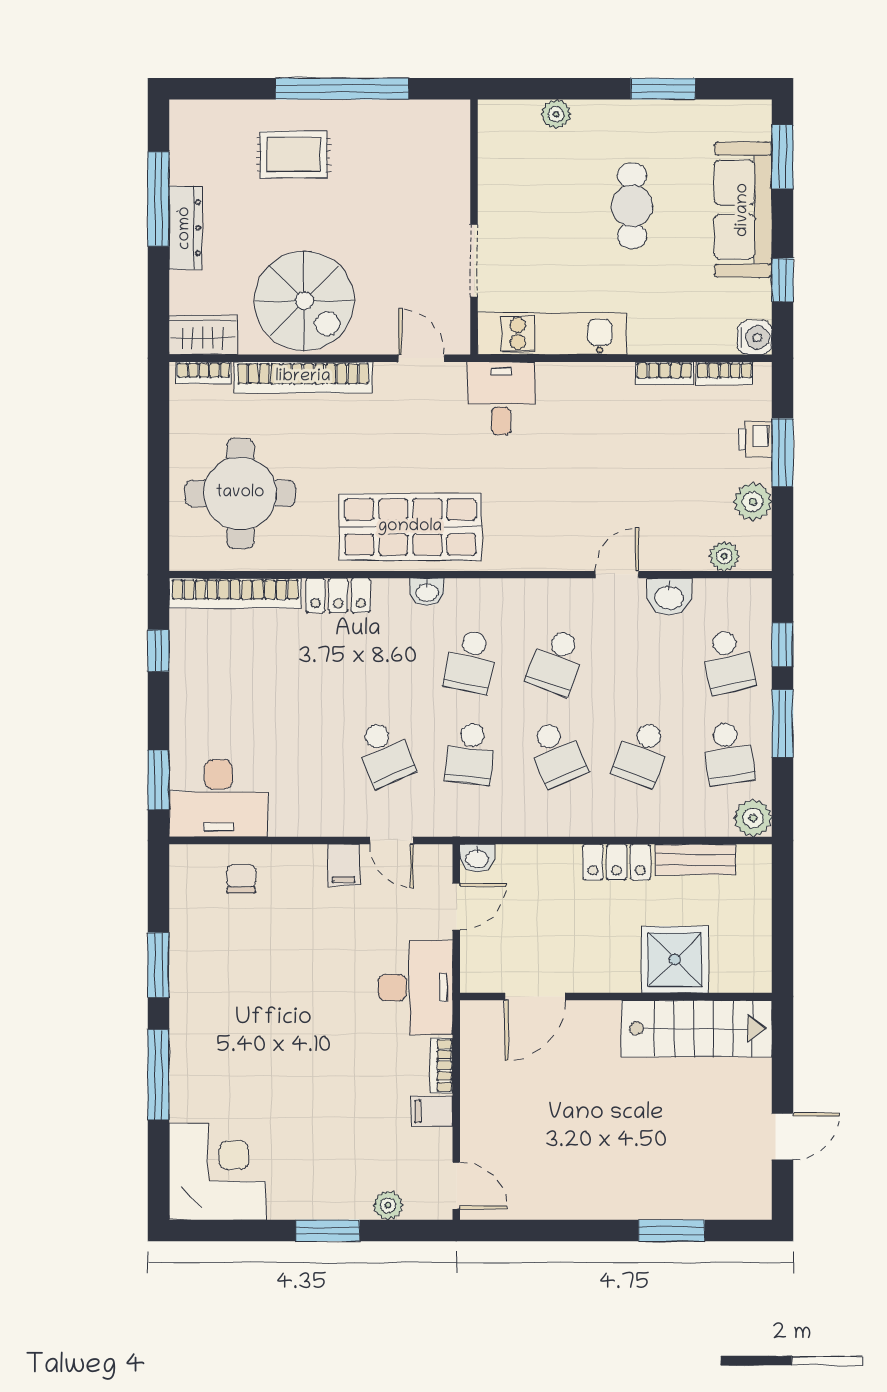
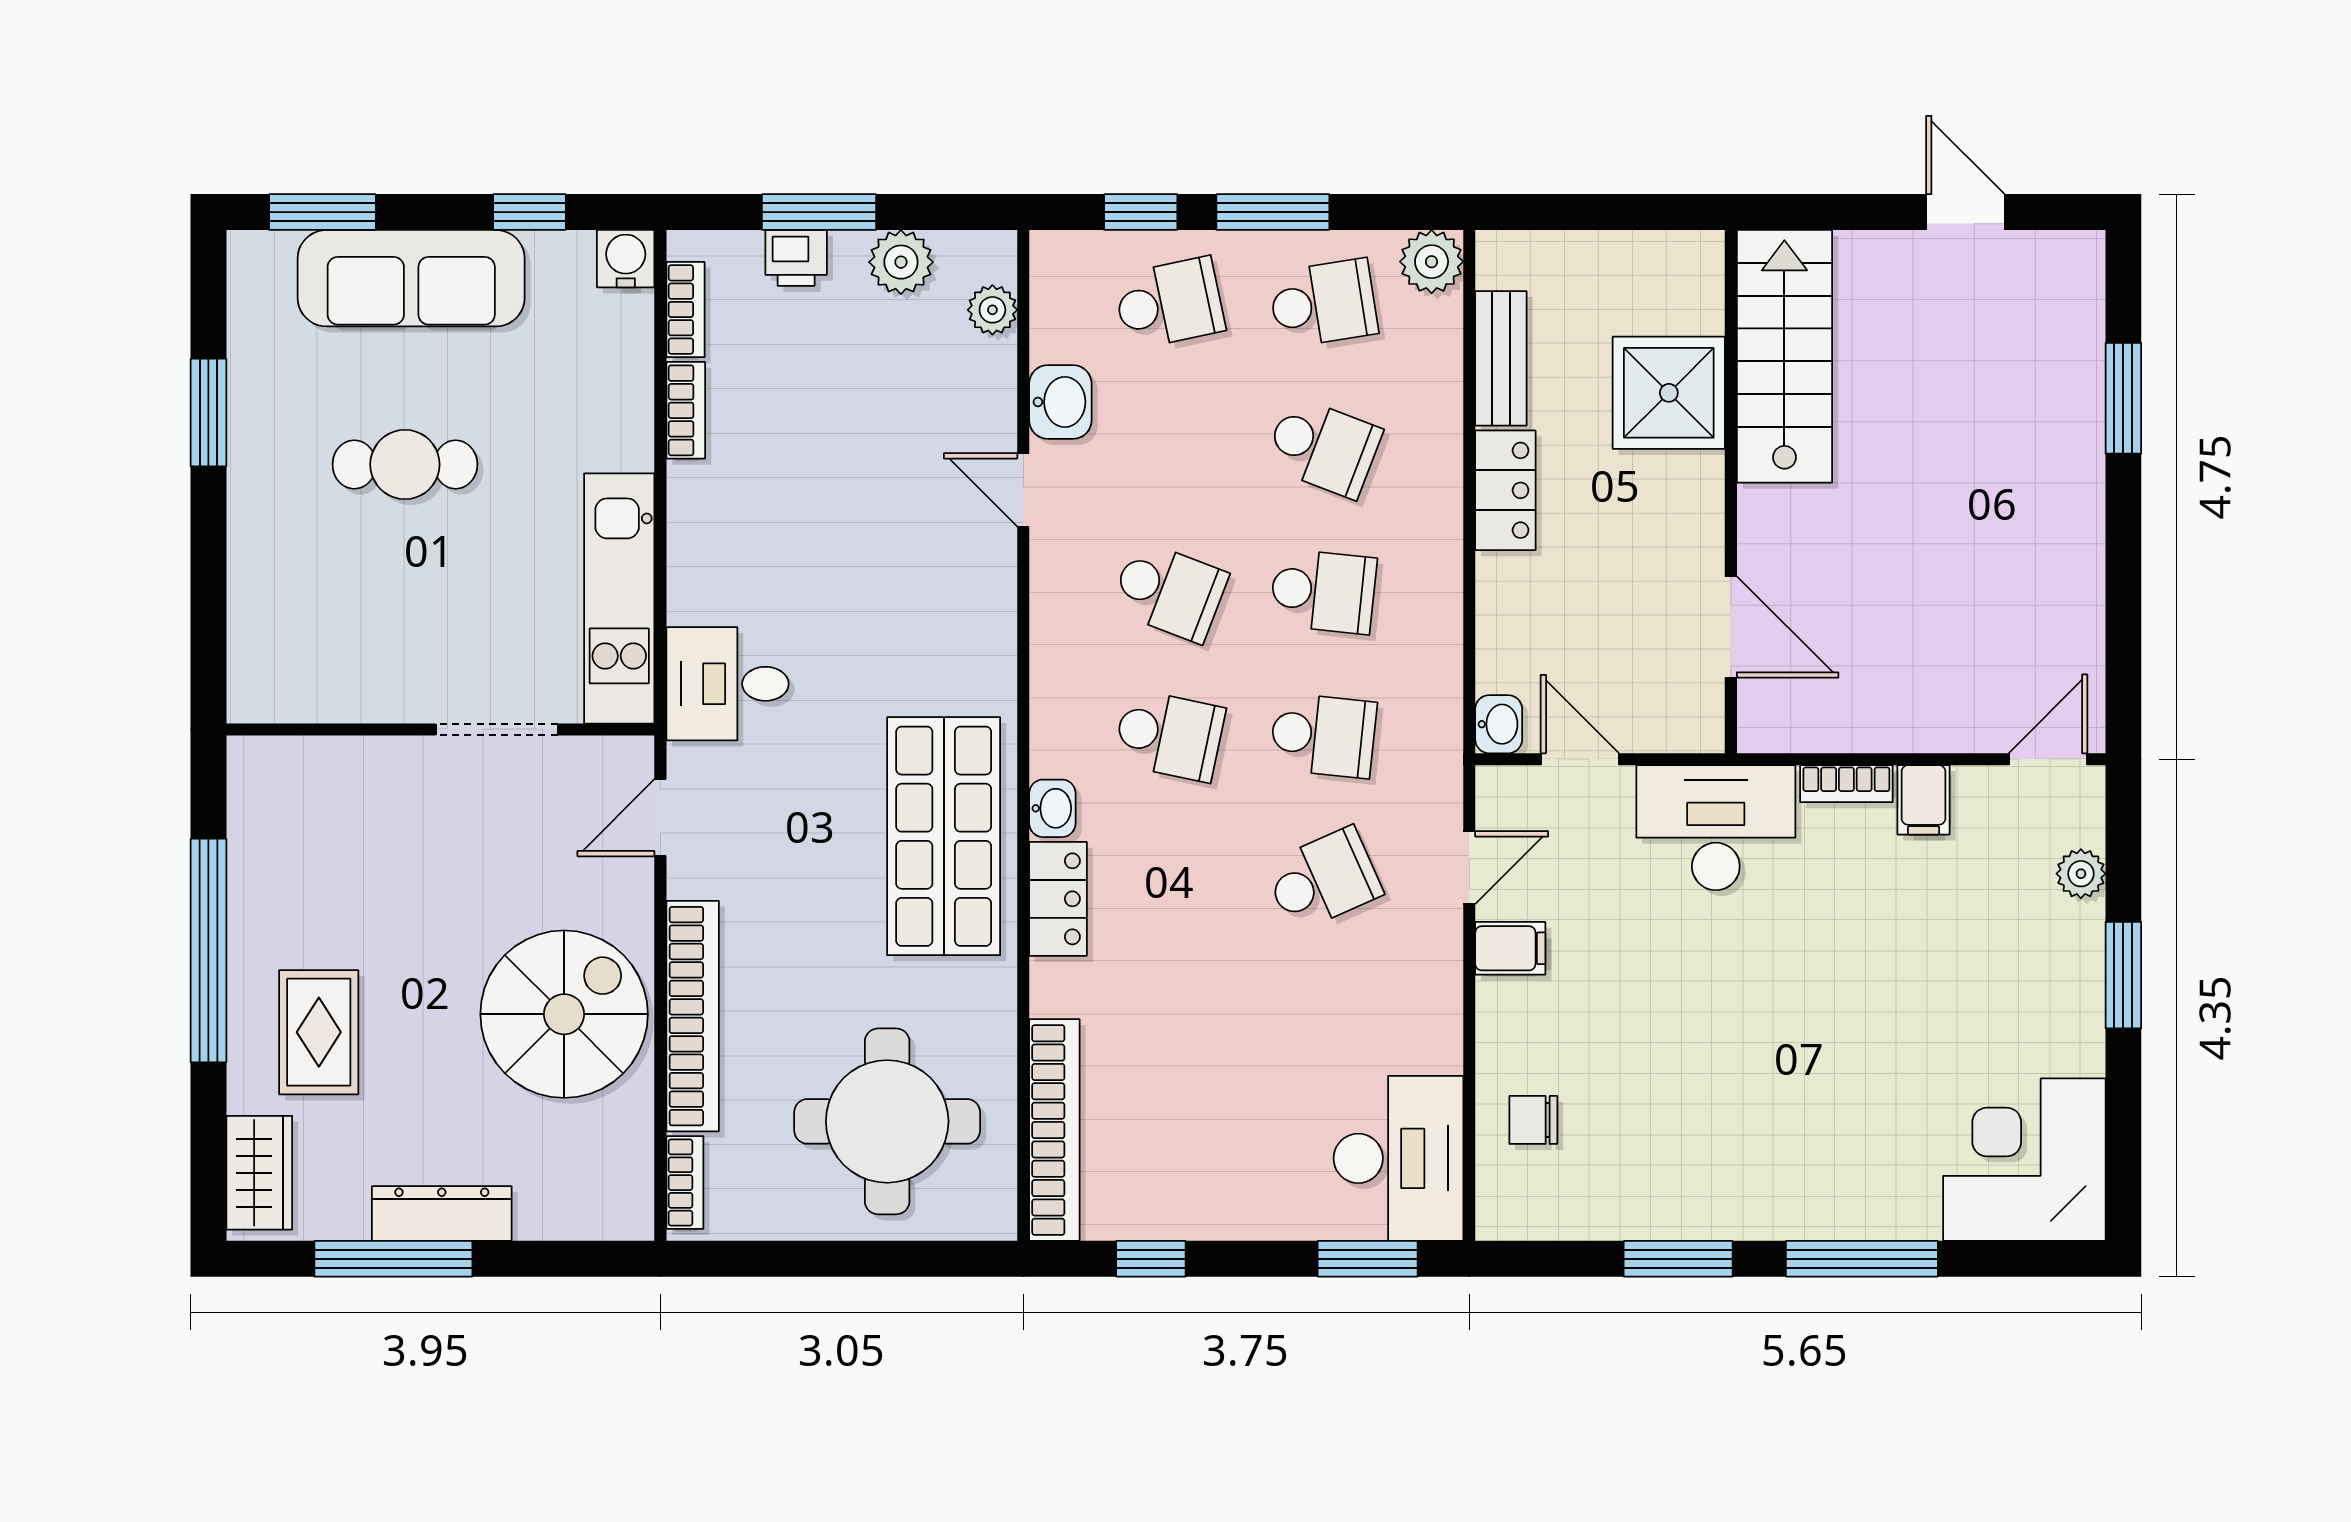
plant: (556, 114) -> (251, 592), removed
wardrobe: (203, 335) -> (259, 1173), moved, turned 180
locker: (338, 595) -> (1058, 899), moved
school desk: (556, 753) -> (1323, 591), turned 30

